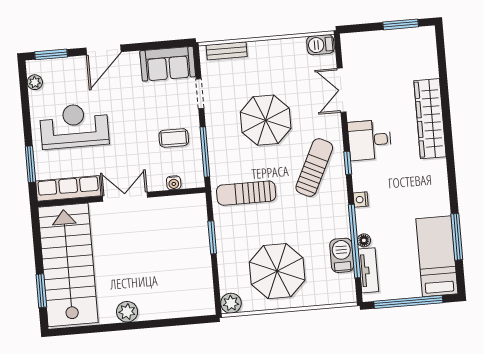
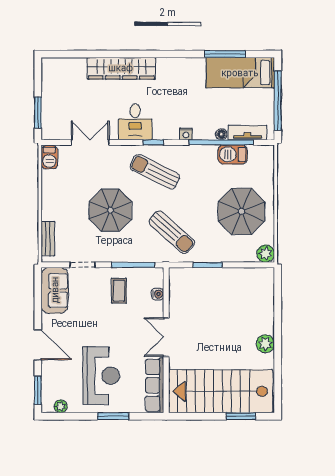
window: (401, 24) -> (38, 113), moved
double door: (342, 90) -> (90, 142), swing flipped
reception desk: (74, 126) -> (101, 376), turned 180
window: (30, 164) -> (113, 416), moved
sun lounger: (246, 193) -> (172, 232), turned -48

